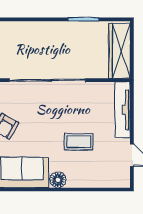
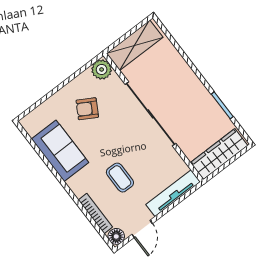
floor lamp: (58, 180) -> (116, 236), moved
bookcase: (92, 182) -> (95, 214), added

